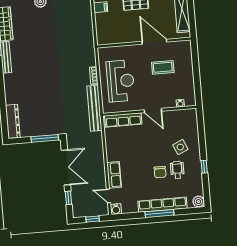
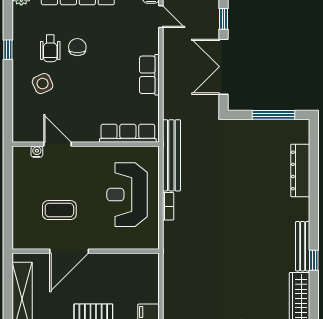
door: (154, 42) -> (69, 251), hinge flipped
door: (153, 110) -> (57, 144), moved
dresser: (13, 121) -> (300, 170), moved
window: (45, 138) -> (273, 115), moved
row of seats: (114, 175) -> (149, 75), moved

